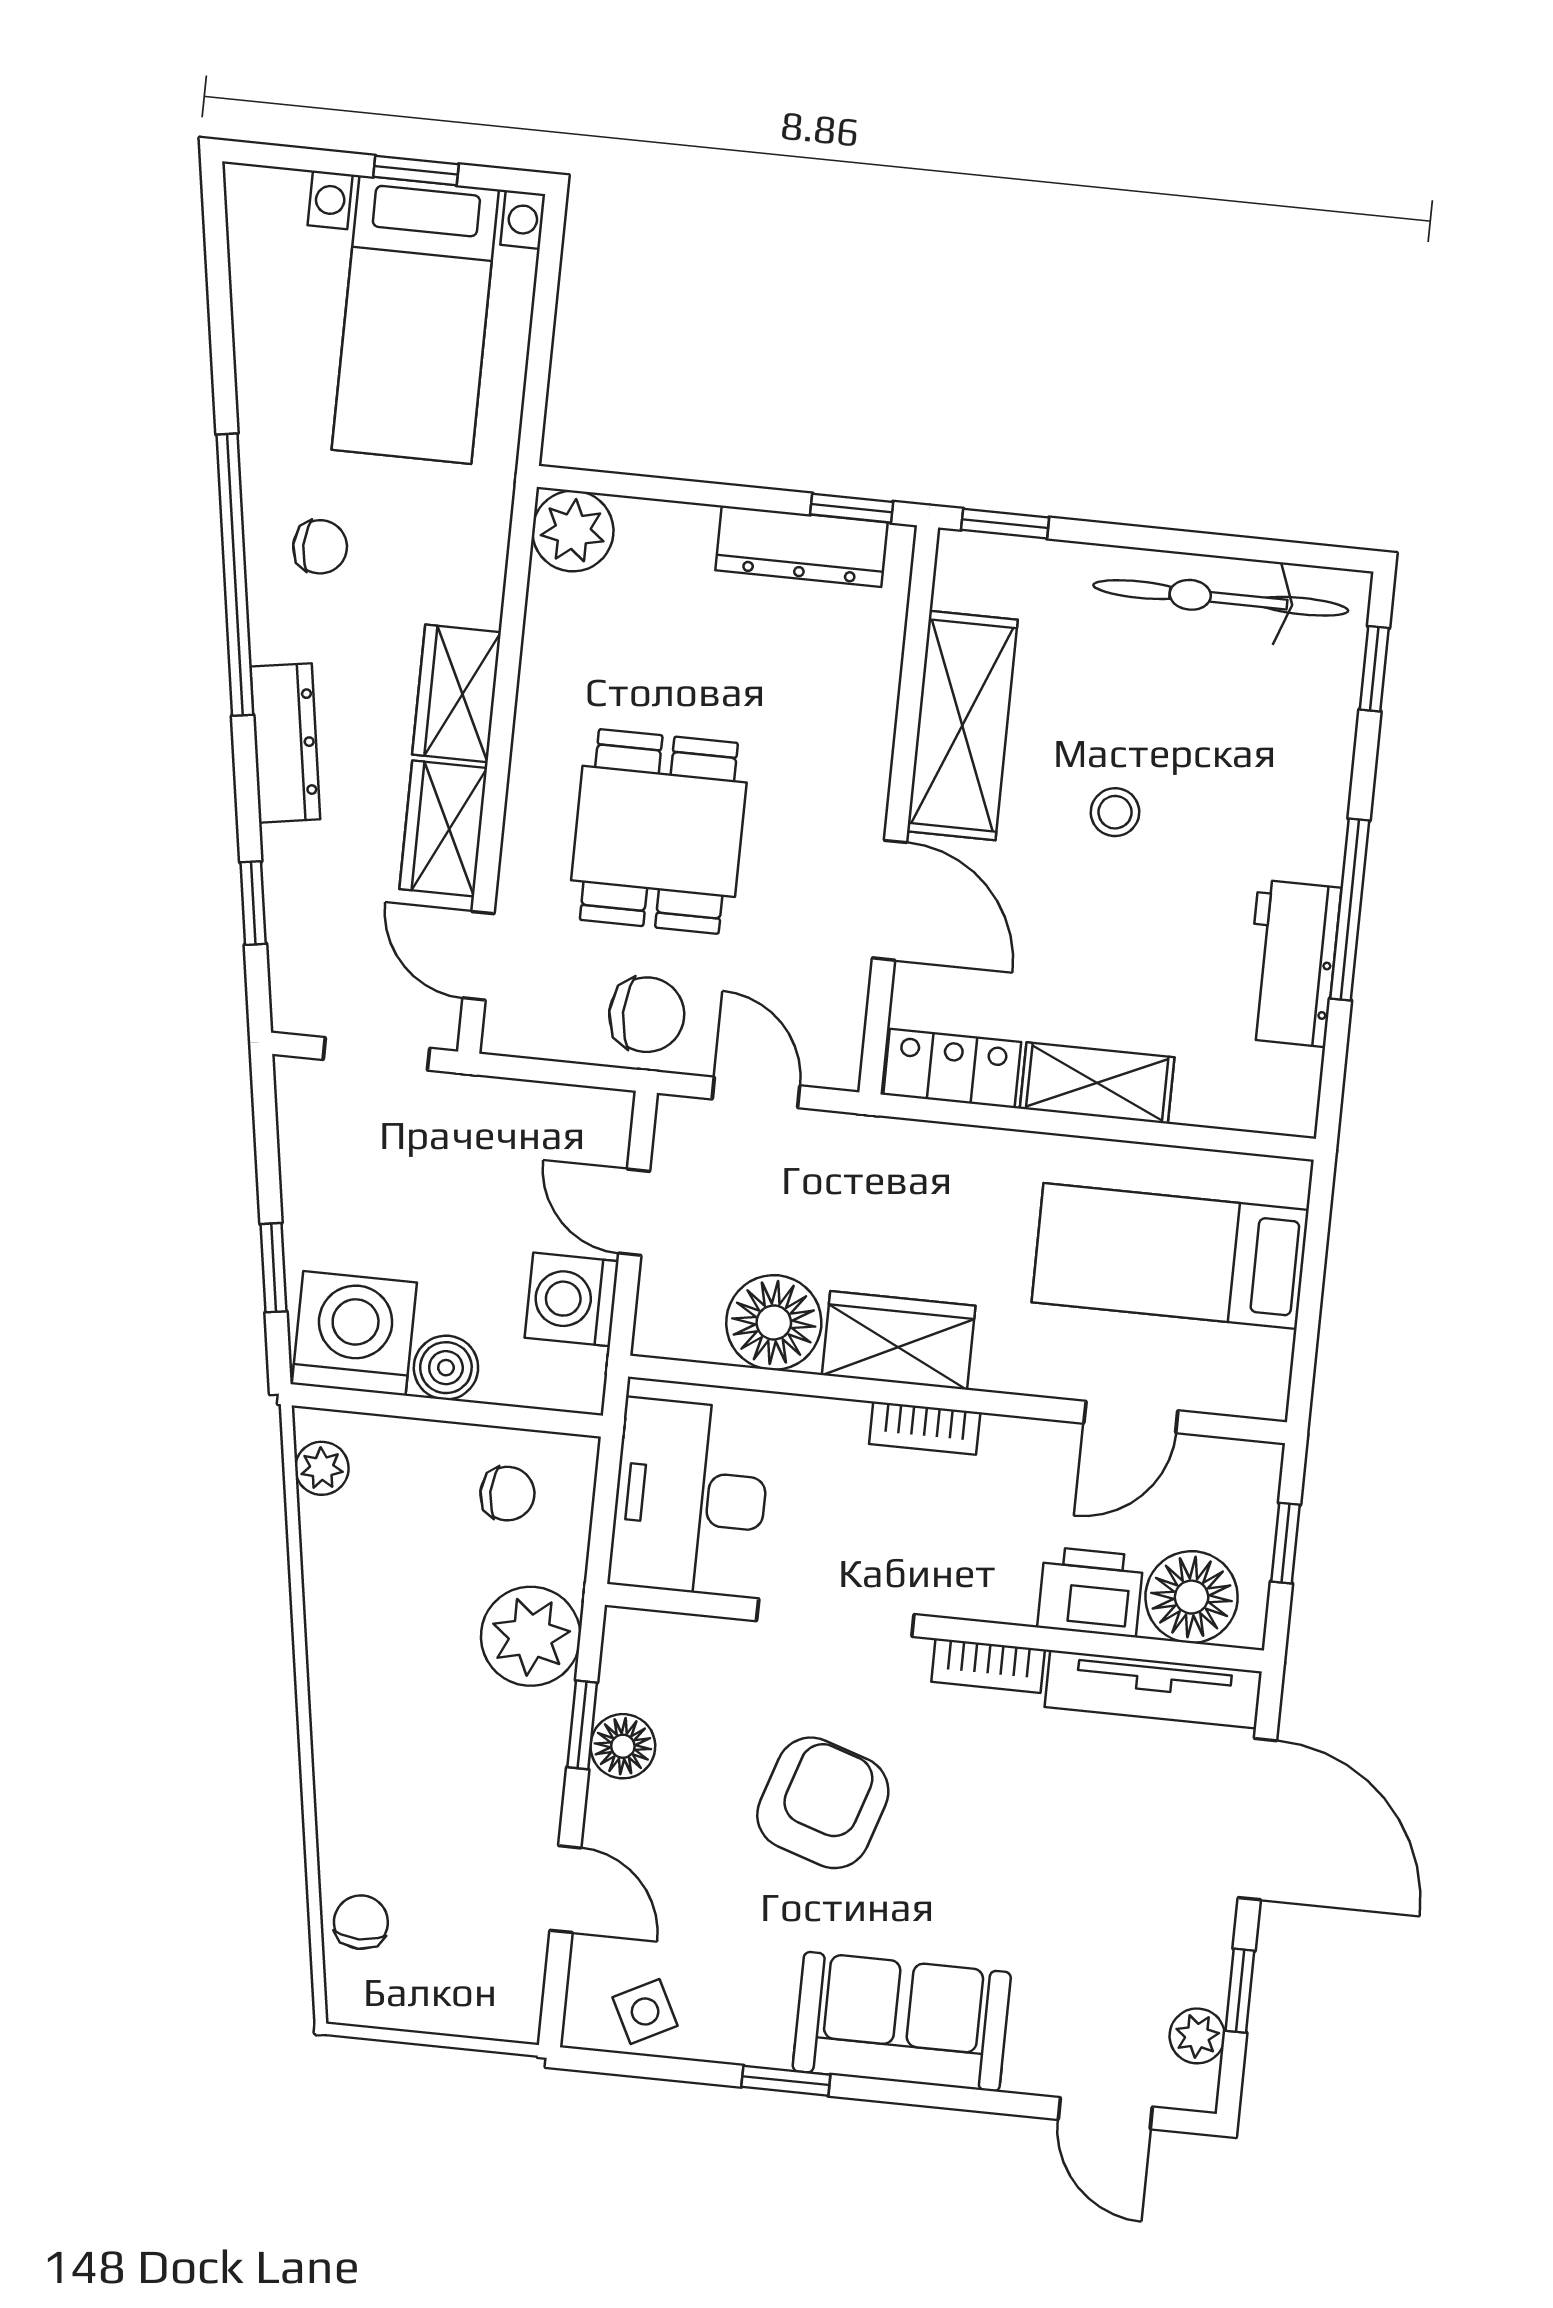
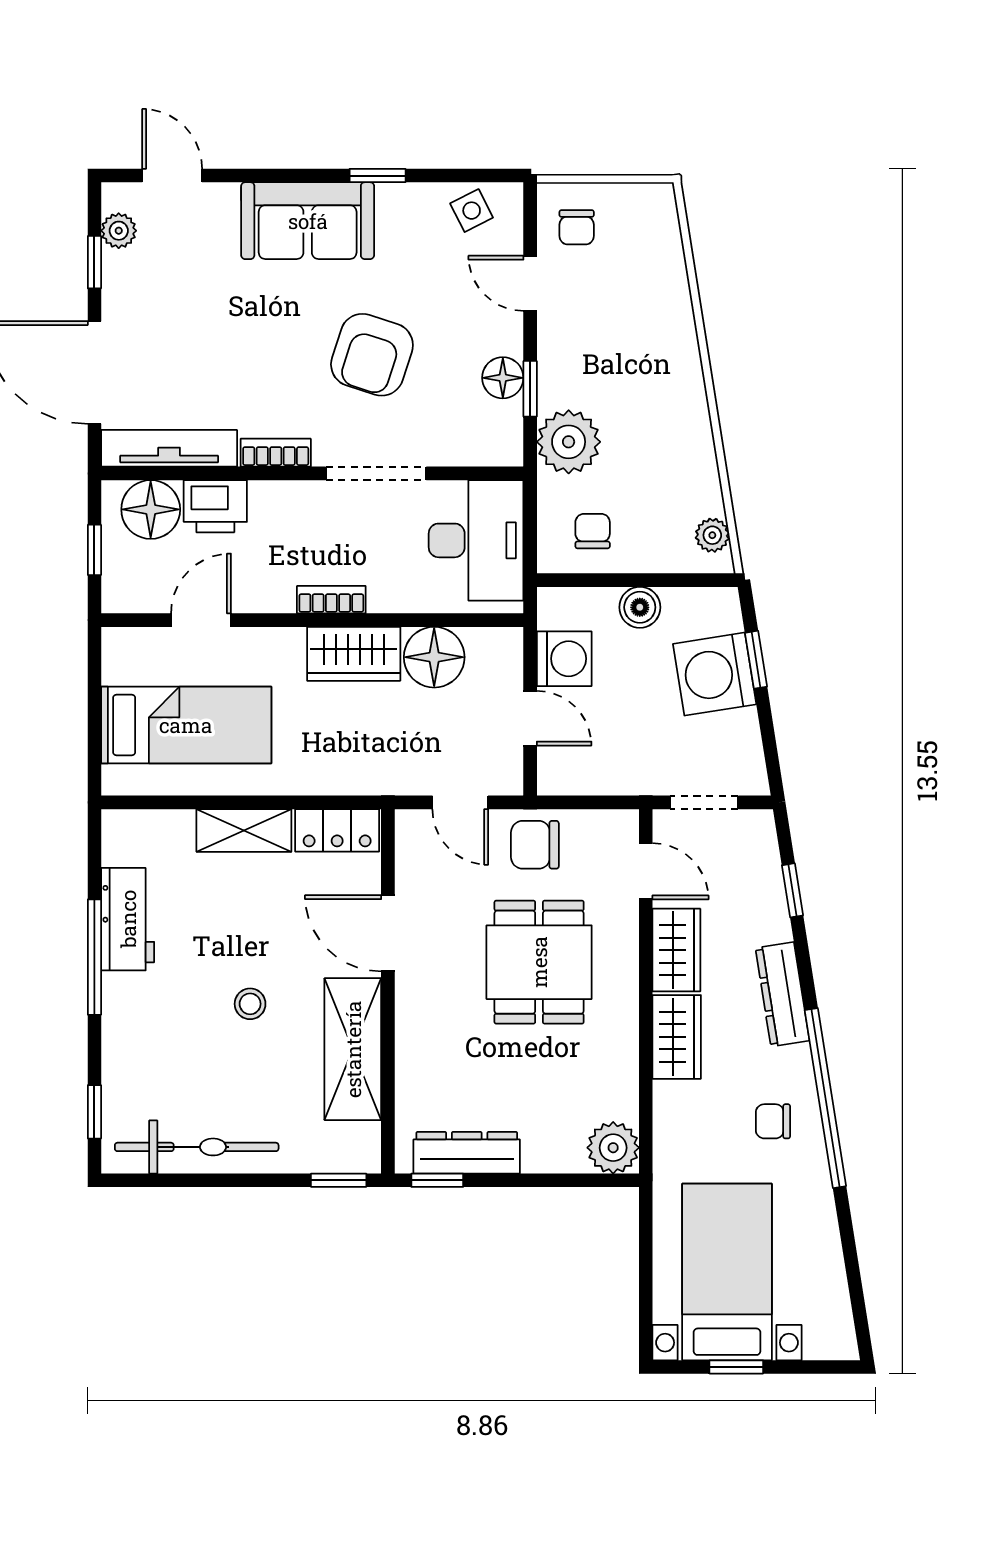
washing machine: (354, 1333) -> (715, 674), moved, turned 81
chair: (507, 1494) -> (593, 531), turned 90
chair: (361, 1922) -> (577, 227), moved

